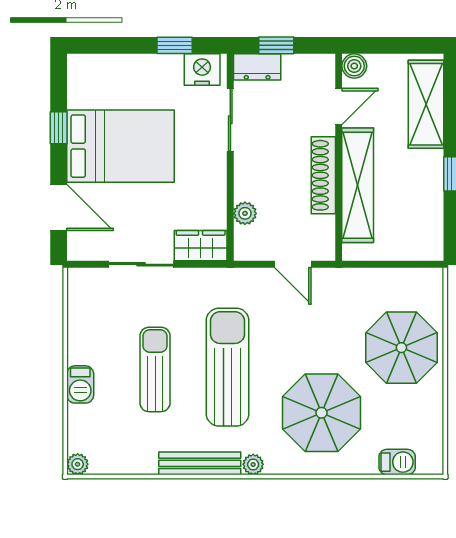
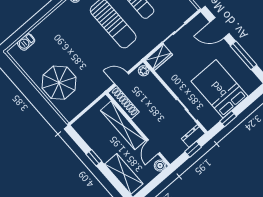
nightstand: (202, 70) -> (211, 119), removed
window: (59, 128) -> (243, 55), width x2.17
bed: (121, 146) -> (219, 89), moved, turned 90
shoe rack: (323, 175) -> (124, 102), moved
plant: (245, 213) -> (144, 71), moved
parasol: (321, 413) -> (67, 36), removed

